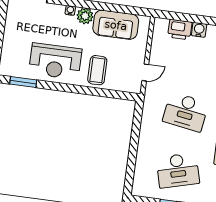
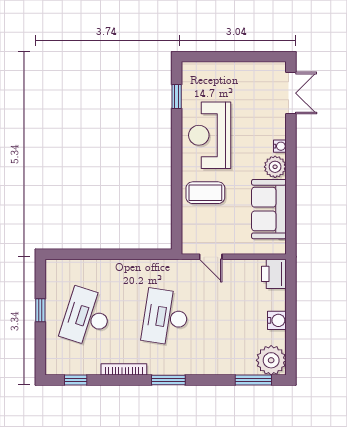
printer: (180, 30) -> (274, 274), moved
window: (23, 82) -> (177, 97), width x0.67
desk: (178, 170) -> (87, 317), turned 33

